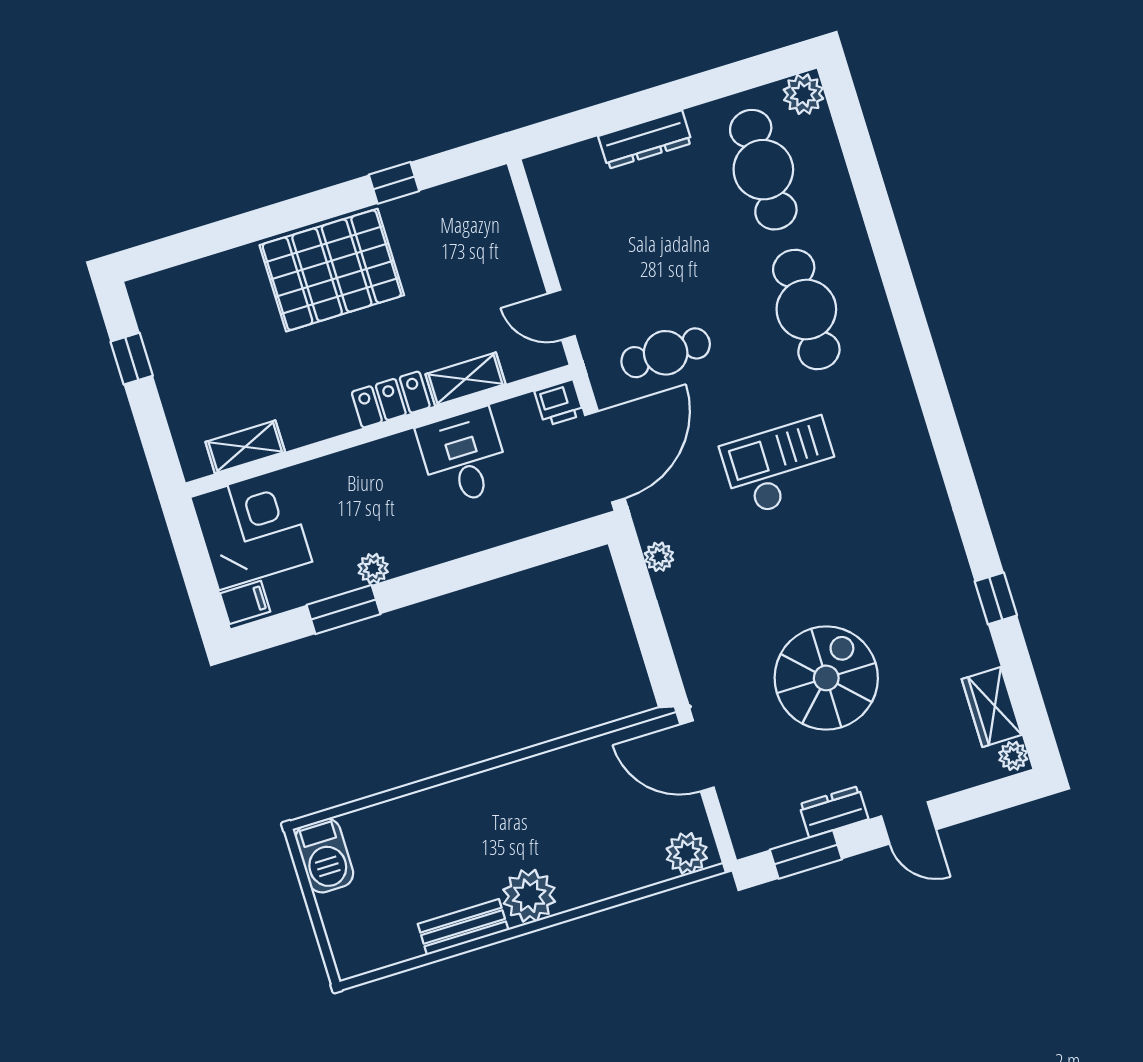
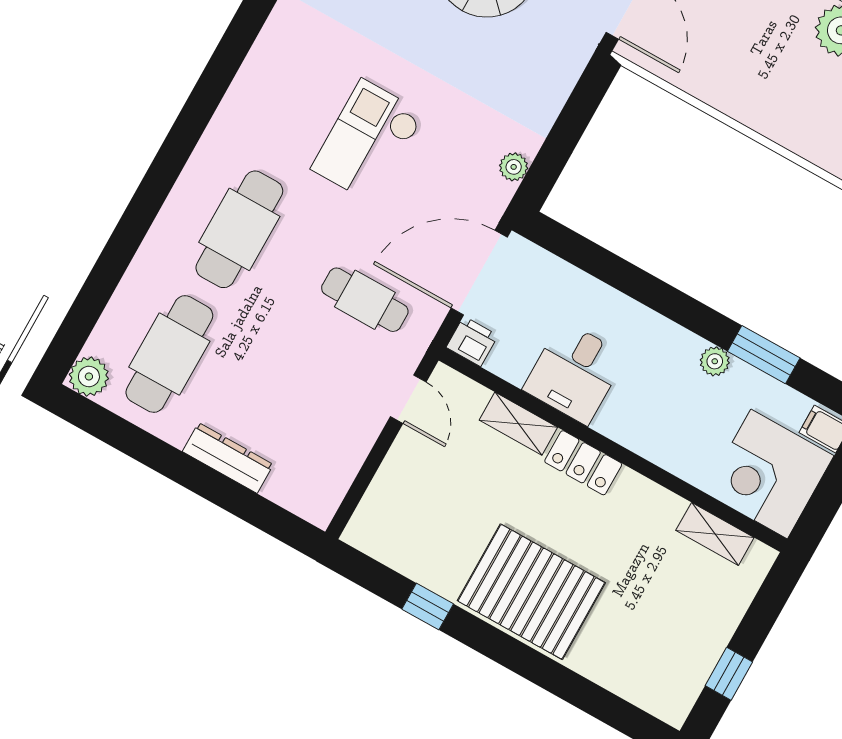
checkout: (781, 467) -> (368, 141), turned 90

